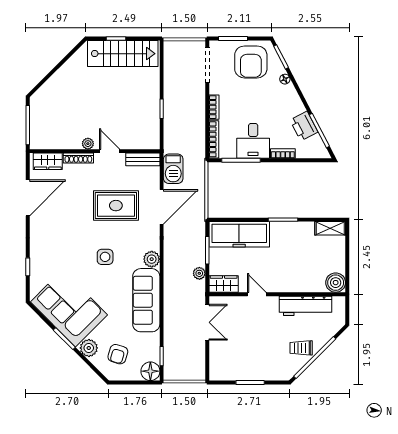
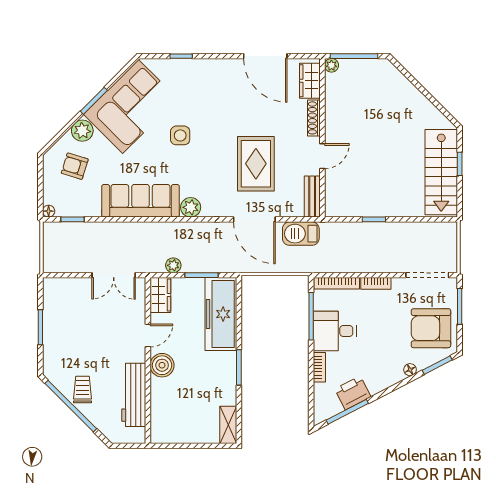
plant: (88, 144) -> (331, 65), moved
side table: (105, 257) -> (180, 135), moved
boiler: (336, 283) -> (162, 365), moved
floor lamp: (150, 371) -> (49, 211), width x0.53, depth x0.53

